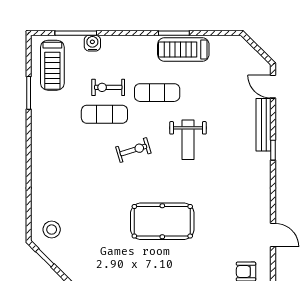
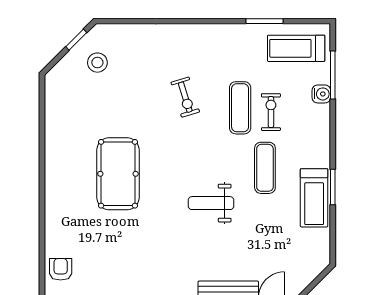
treadmill: (183, 49) -> (314, 198), turned 180
exercise bike: (133, 150) -> (185, 97), moved
stool: (52, 230) -> (97, 63), moved

